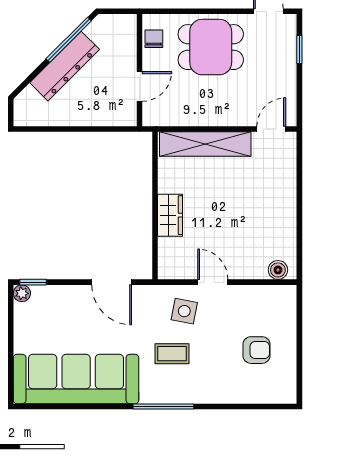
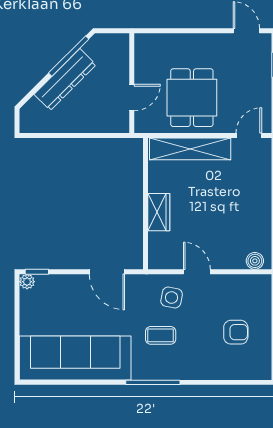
chair: (154, 39) -> (144, 55), removed
dining table: (211, 47) -> (192, 98), moved, turned 90

